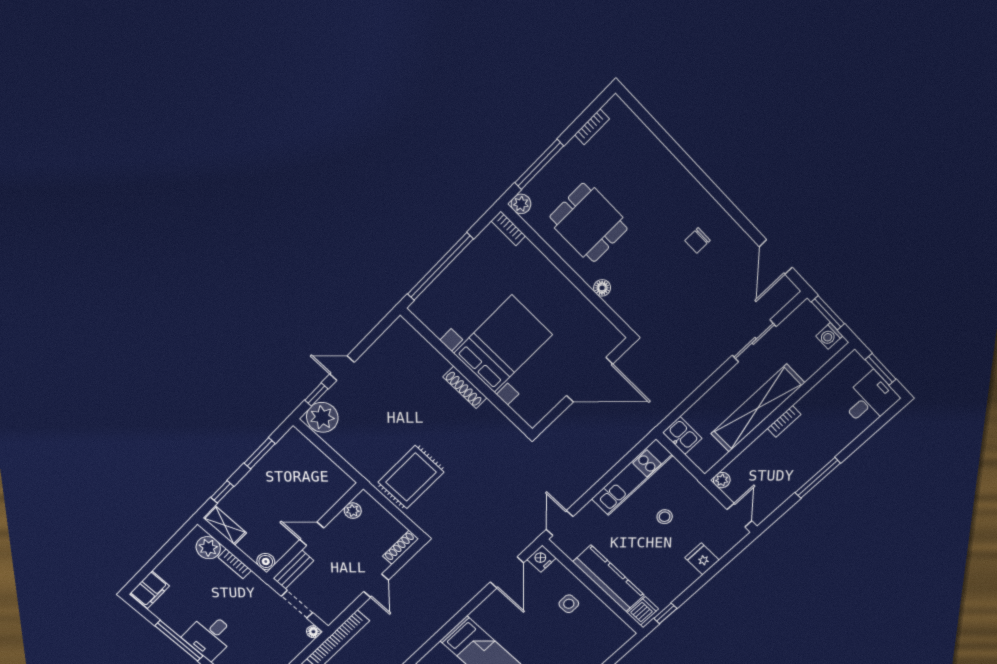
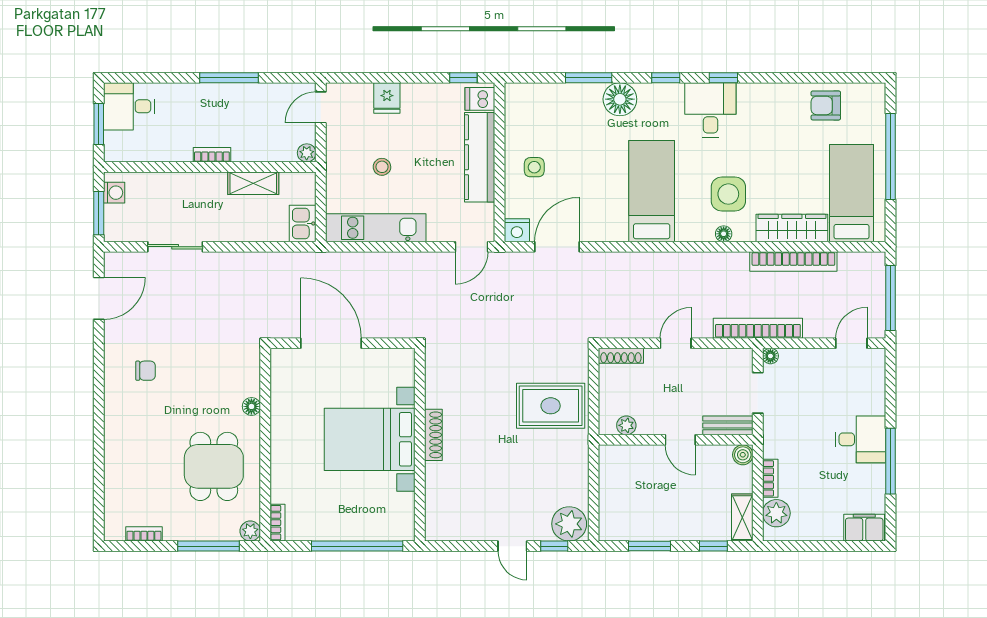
shelving: (758, 408) -> (253, 183), width x0.45, depth x0.75

